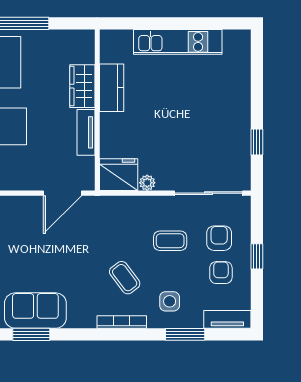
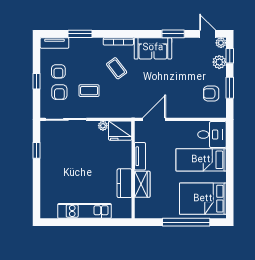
side table: (170, 301) -> (89, 54), removed
sofa: (35, 311) -> (153, 48), moved

